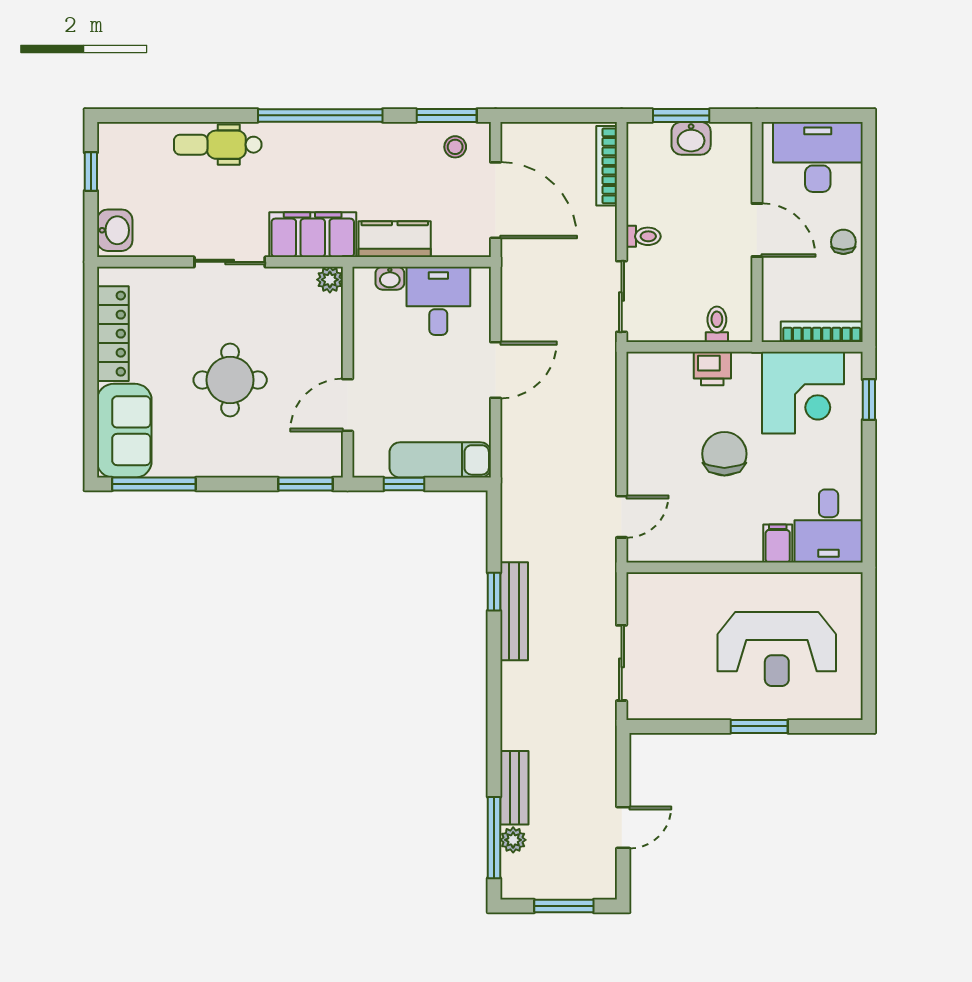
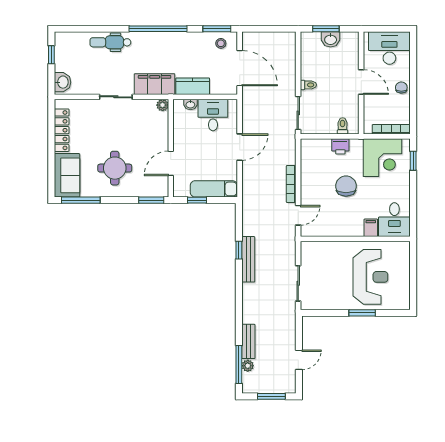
bookcase: (607, 166) -> (291, 184), moved
round table: (230, 380) -> (115, 168), moved
reception desk: (777, 649) -> (370, 277), turned -90

